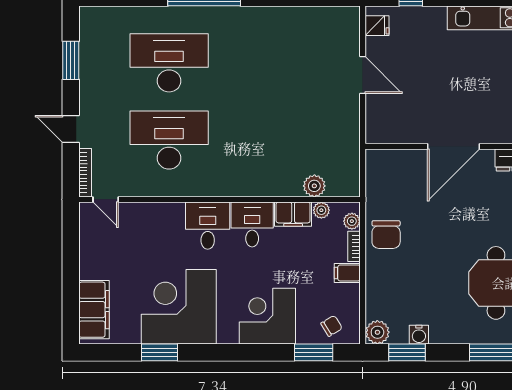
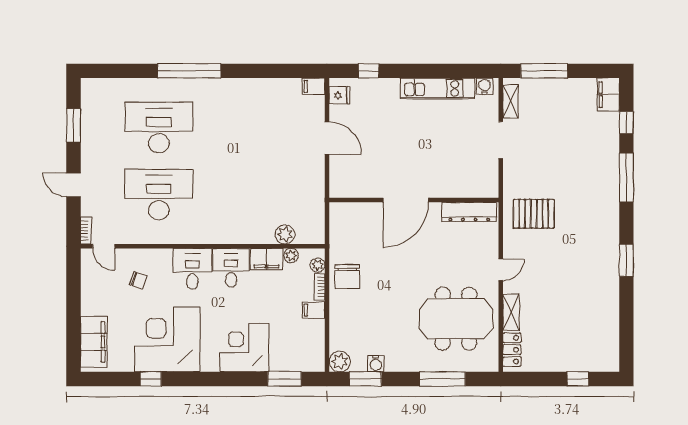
filing cabinet: (347, 15) -> (314, 86), added
bookcase: (85, 173) -> (86, 231), width x0.64
chair: (332, 326) -> (138, 280), moved, turned 50
window: (159, 352) -> (151, 379), width x0.67

